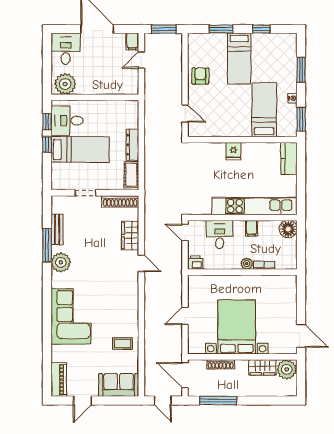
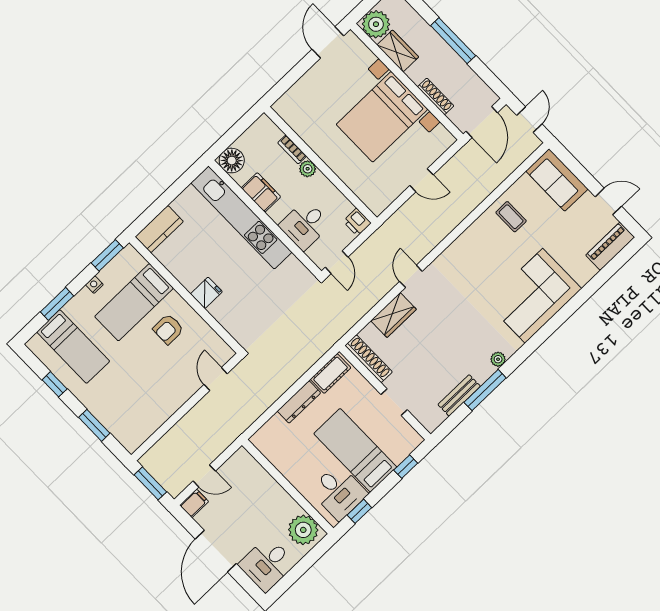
bed: (239, 59) -> (73, 347), moved, turned 90
armchair: (200, 76) -> (168, 329), moved
window: (47, 145) -> (406, 467), moved
filing cabinet: (252, 228) -> (261, 192), width x2.00
plant: (61, 262) -> (498, 359), width x0.53, depth x0.53
window: (218, 401) -> (453, 41), moved

